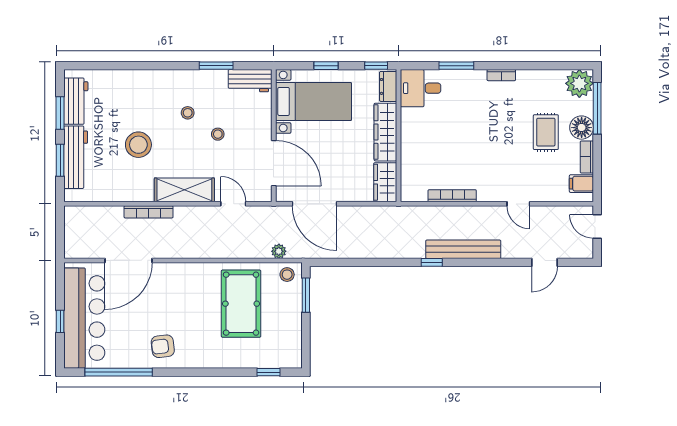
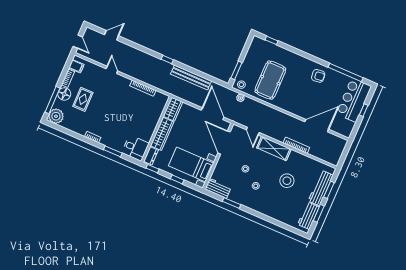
bench: (463, 249) -> (191, 78), moved
bar counter: (84, 318) -> (354, 100), width x0.73

